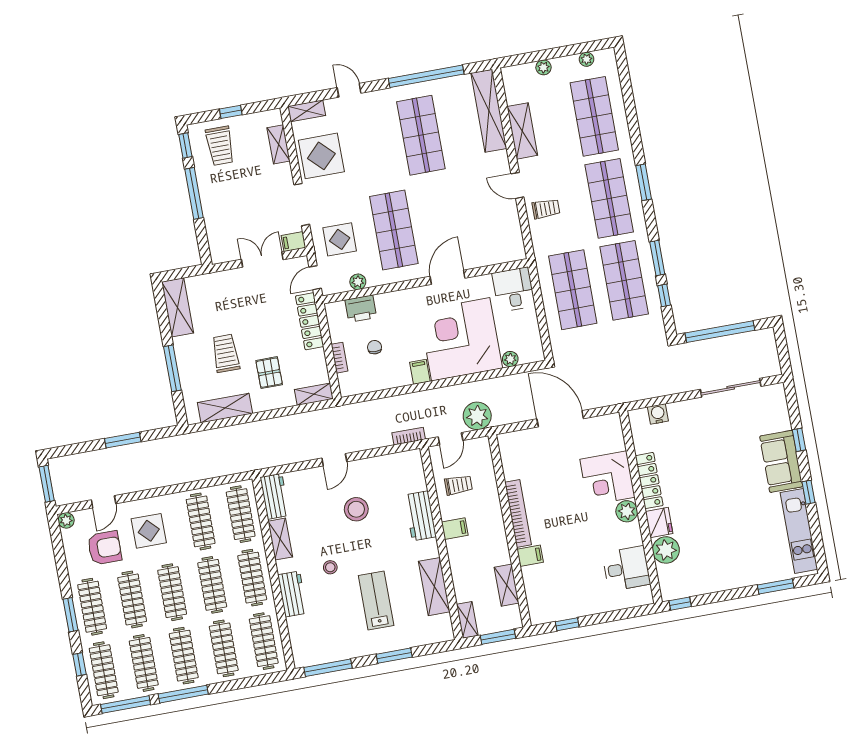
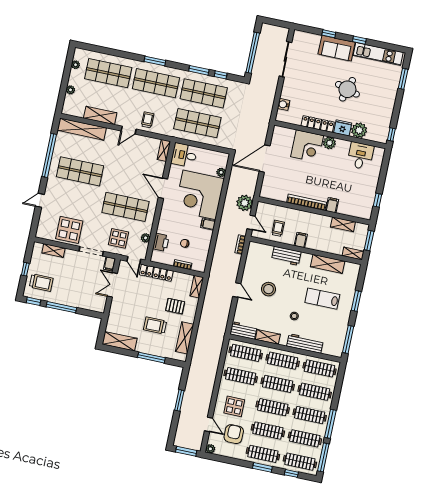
shelving: (307, 111) -> (164, 150), moved
round table: (723, 505) -> (347, 89), added
workbench: (292, 594) -> (305, 343), width x1.37

